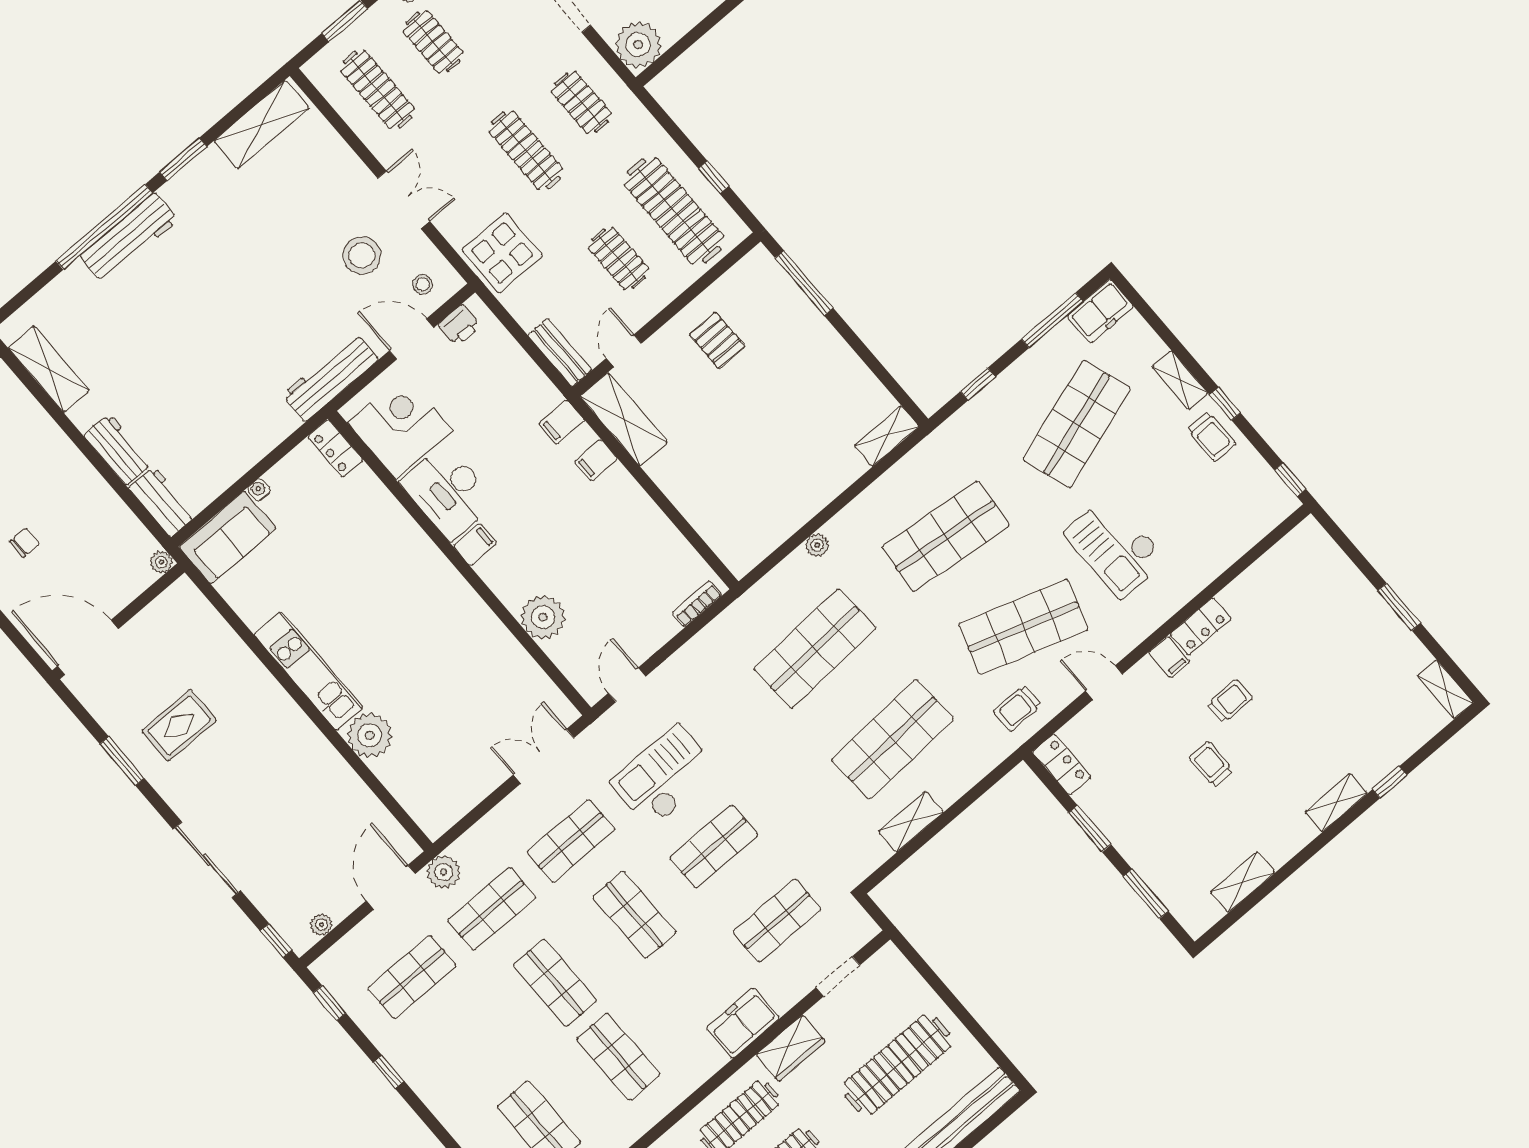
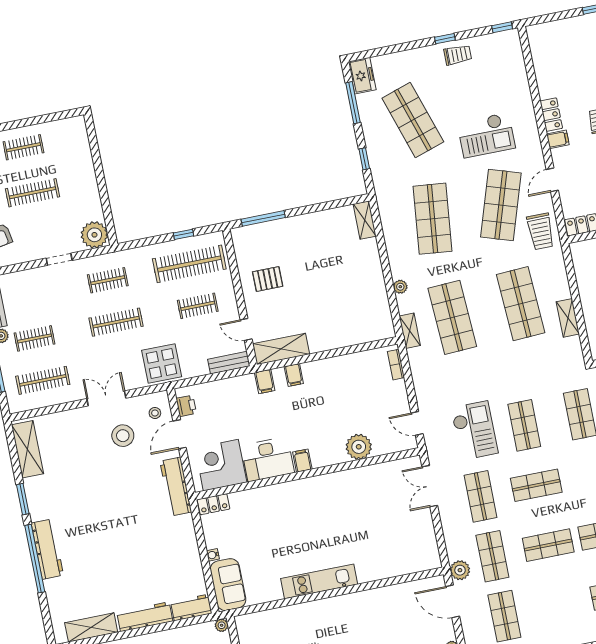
shelving: (1180, 380) -> (410, 331), moved, turned 90
workbench: (118, 450) -> (145, 617), width x1.38
trolley: (1017, 708) -> (541, 231), width x1.36, depth x1.39
plant: (370, 735) -> (369, 569), removed
checkout: (664, 776) -> (474, 430), turned 180

